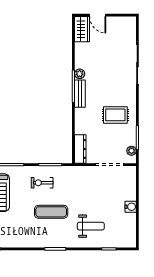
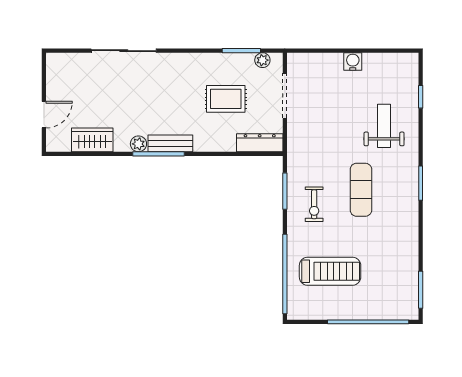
wardrobe: (82, 29) -> (92, 140), moved
rug: (115, 115) -> (226, 99), moved, turned 90

